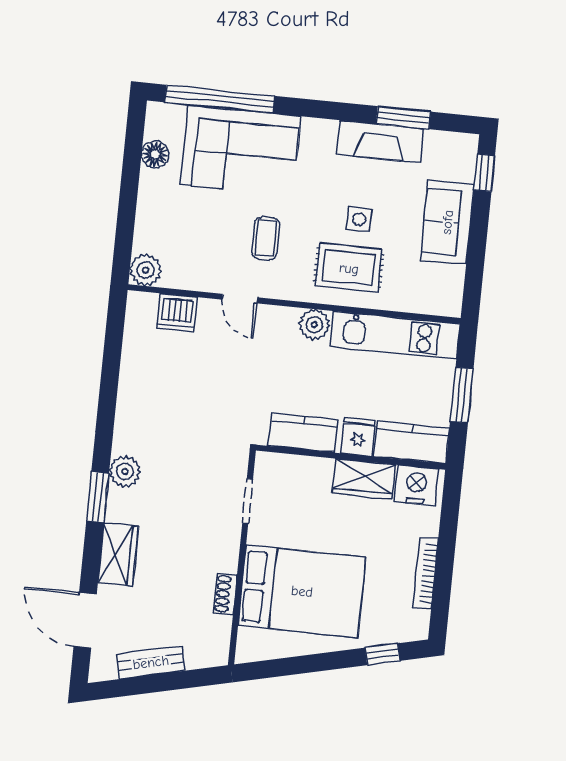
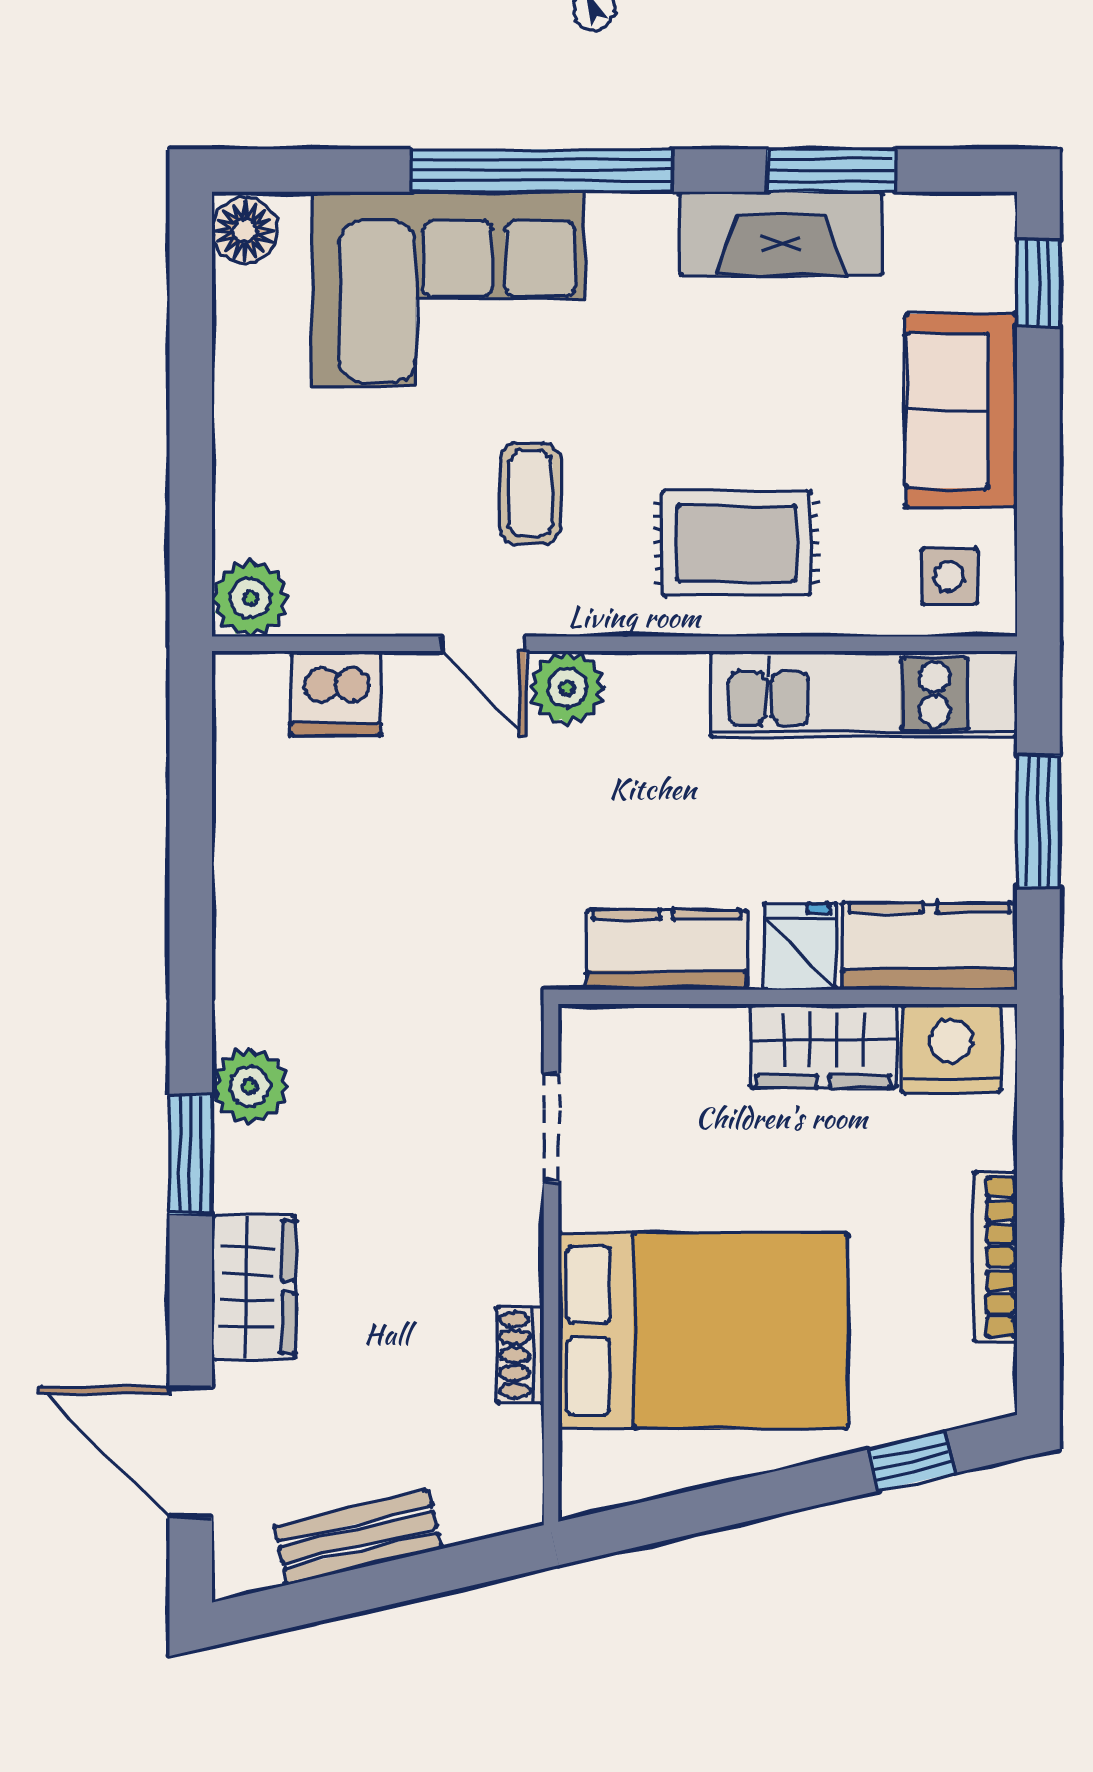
window: (220, 99) -> (542, 170), moved
floor lamp: (155, 154) -> (245, 230), moved
side table: (359, 219) -> (949, 576), moved
plant: (314, 325) -> (567, 688), moved

